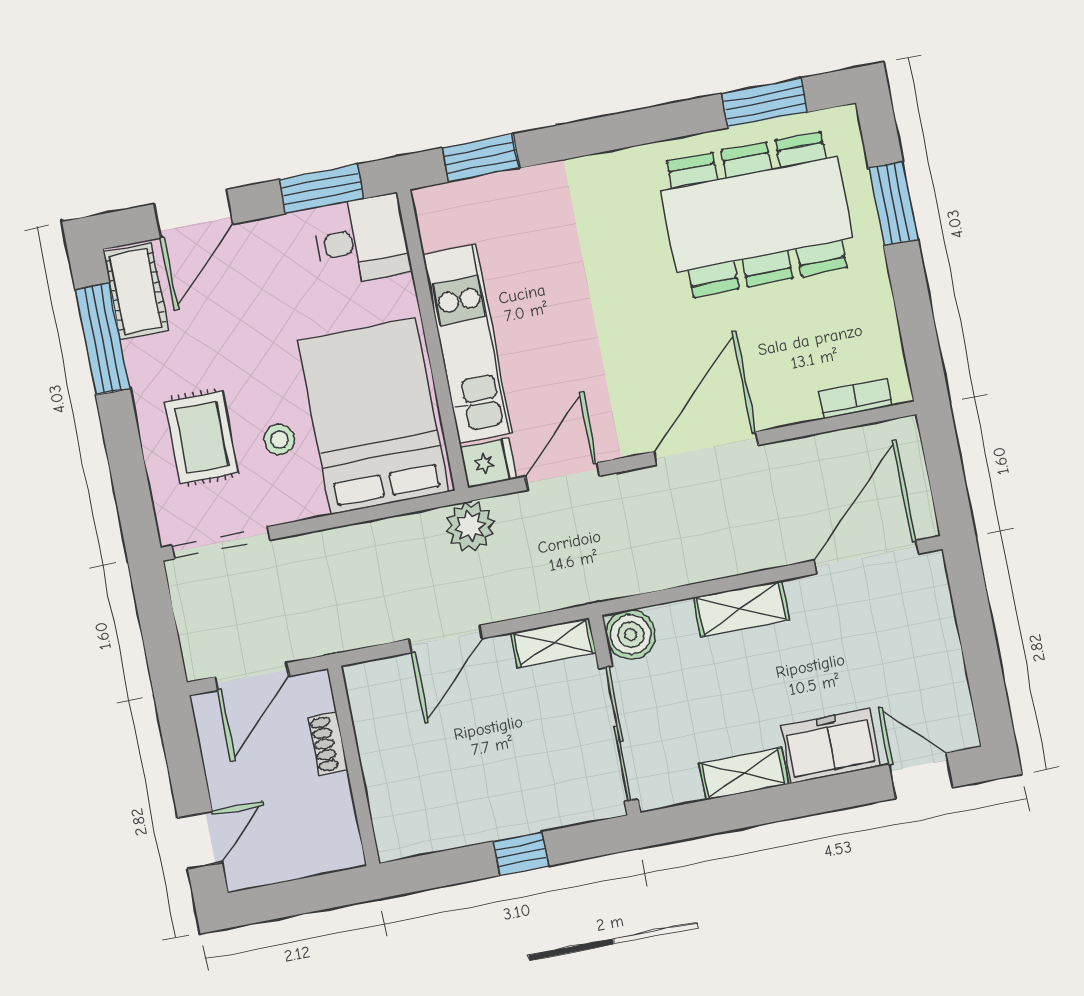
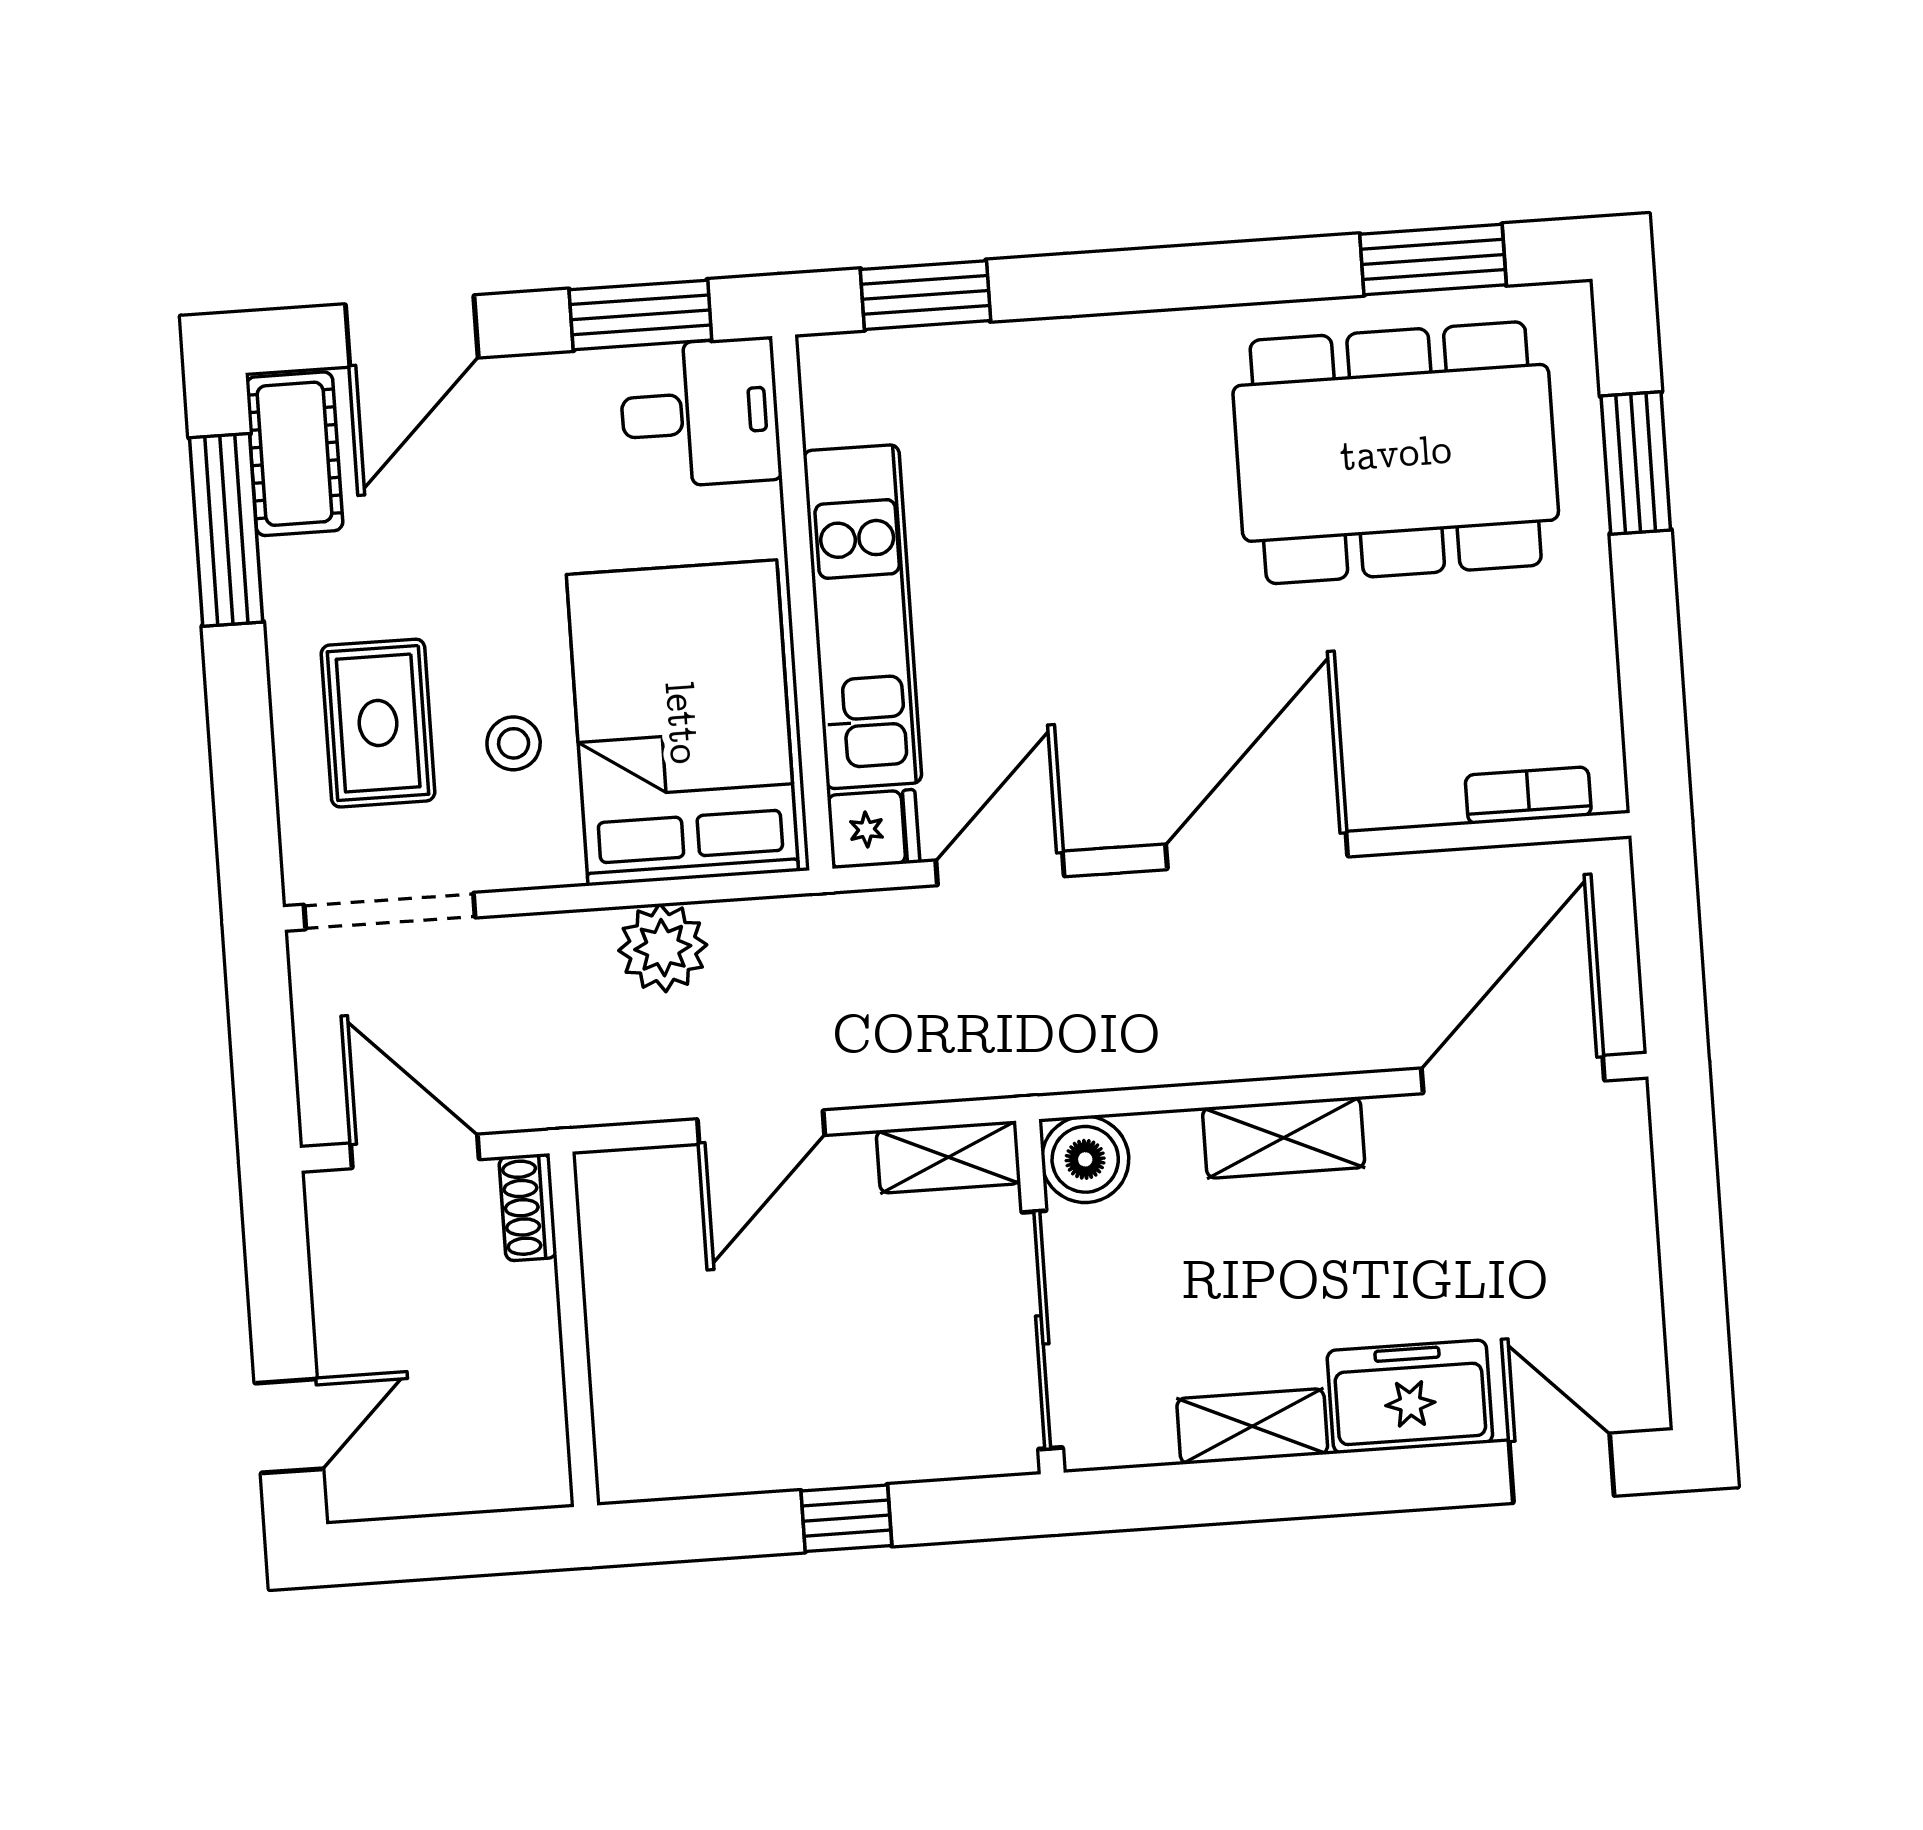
plant: (470, 526) -> (663, 948), moved
door: (252, 676) -> (415, 1151), swing flipped
shoe rack: (328, 743) -> (528, 1207), moved

